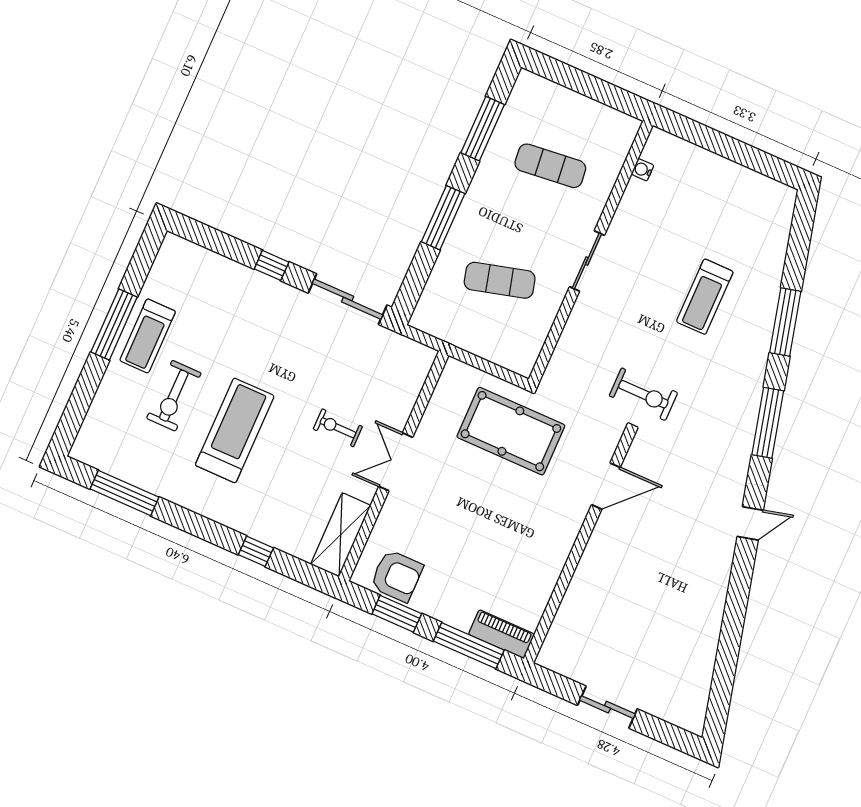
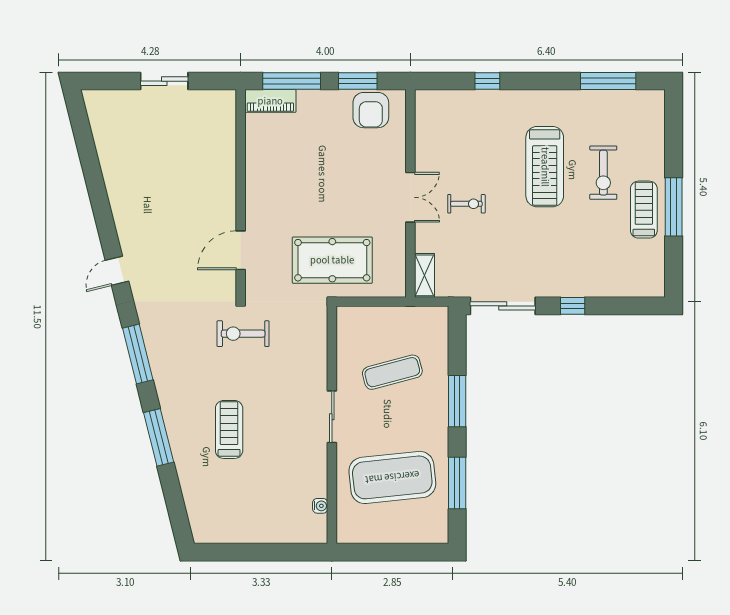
exercise mat: (550, 166) -> (392, 477), width x2.00, depth x1.45
exercise bike: (174, 396) -> (603, 173), turned 180
shelving: (341, 535) -> (425, 275), moved, width x0.67, depth x0.75
armchair: (397, 576) -> (371, 110), turned -90

